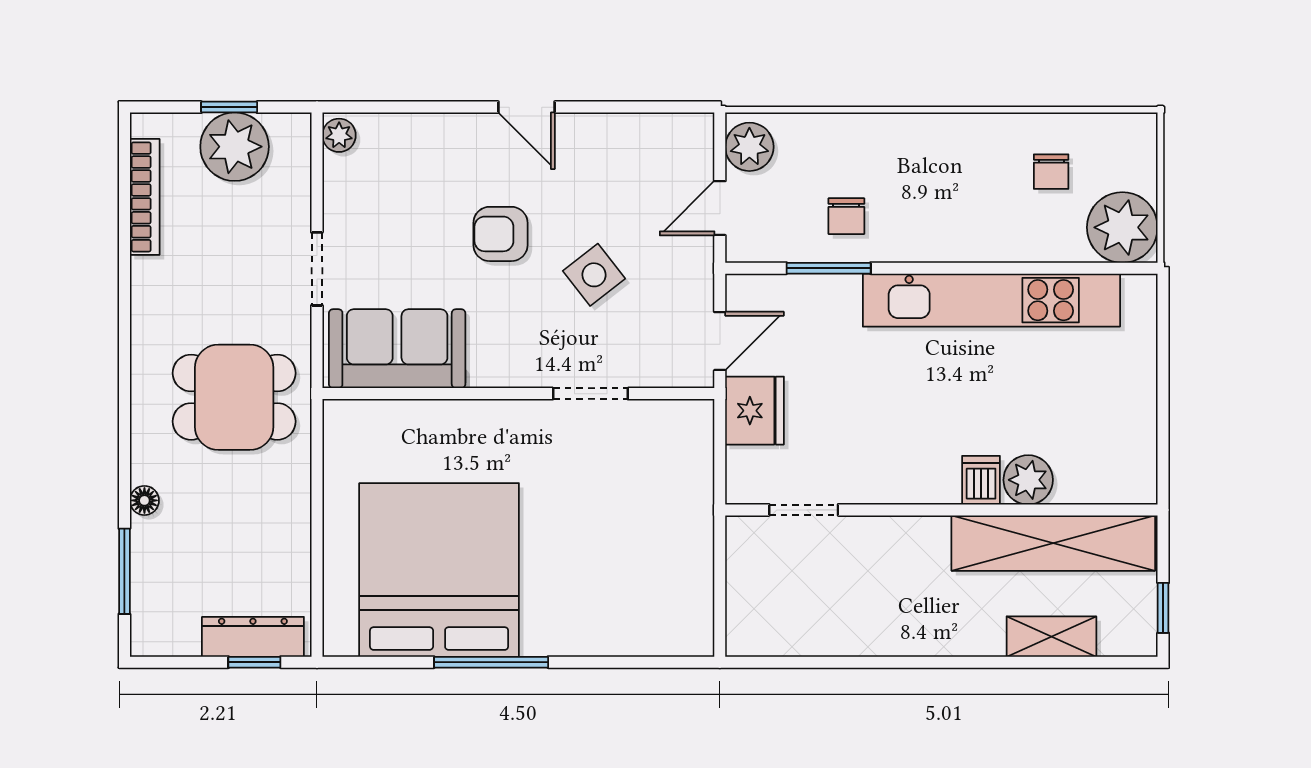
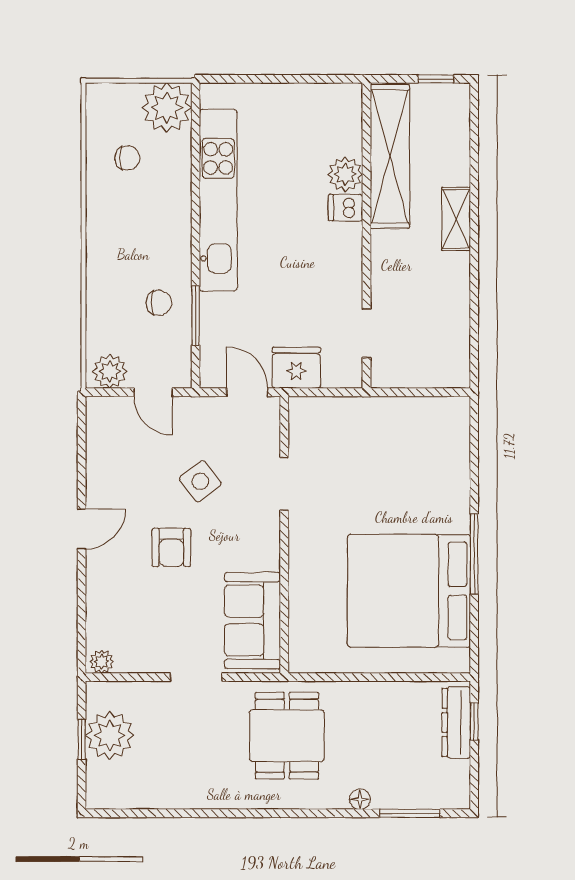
bookcase: (145, 197) -> (145, 799), removed
shelving: (1051, 637) -> (456, 219), moved

